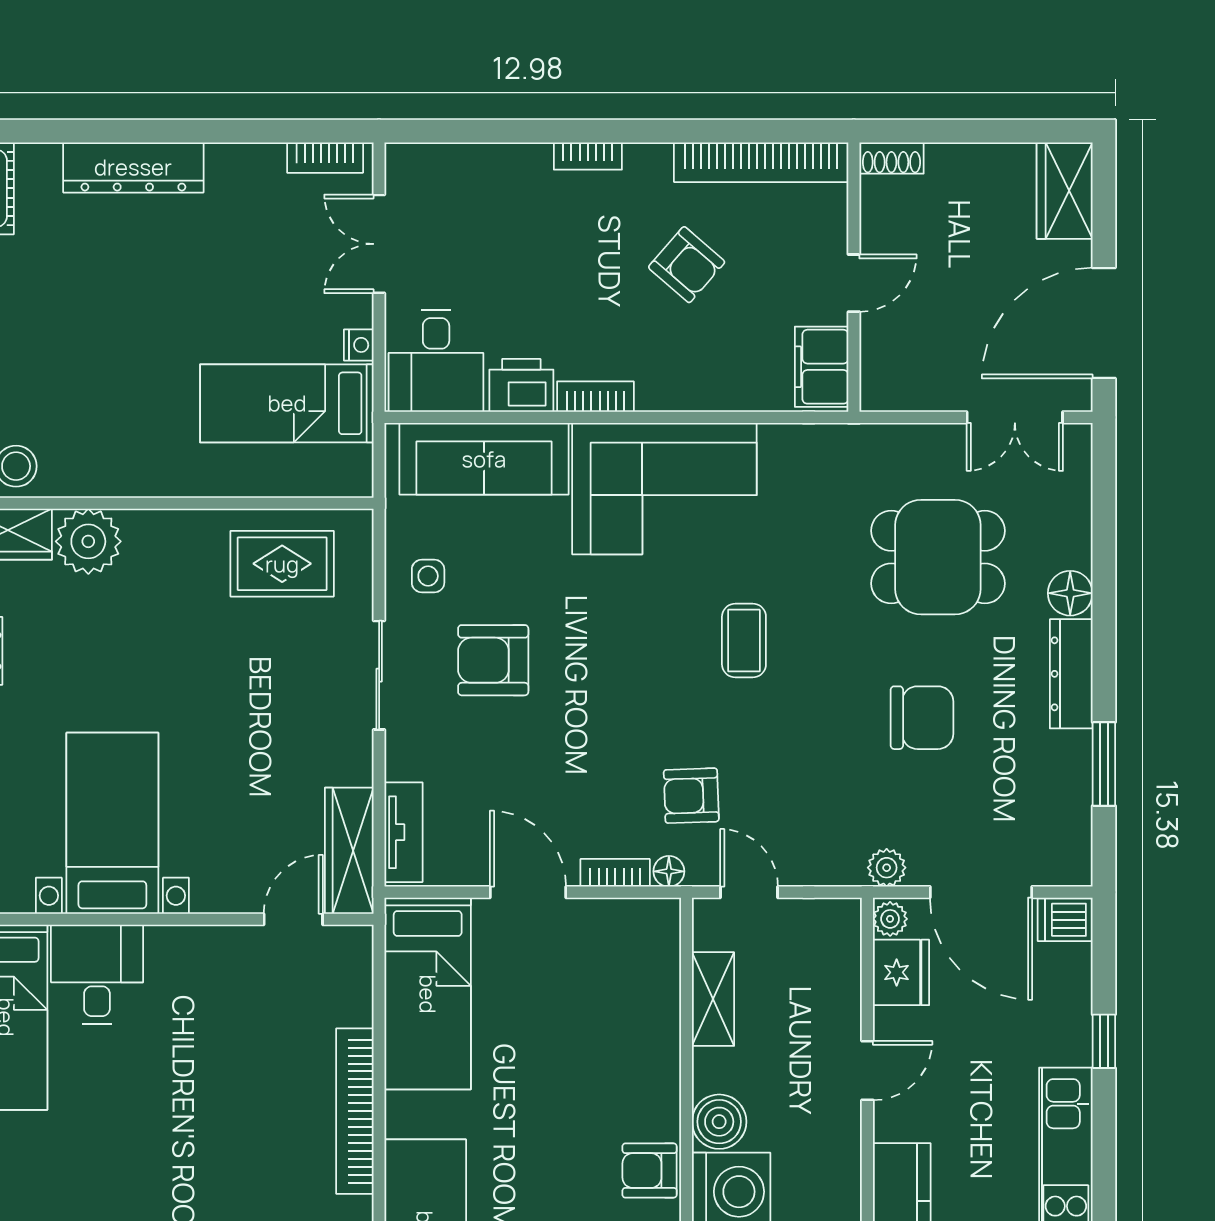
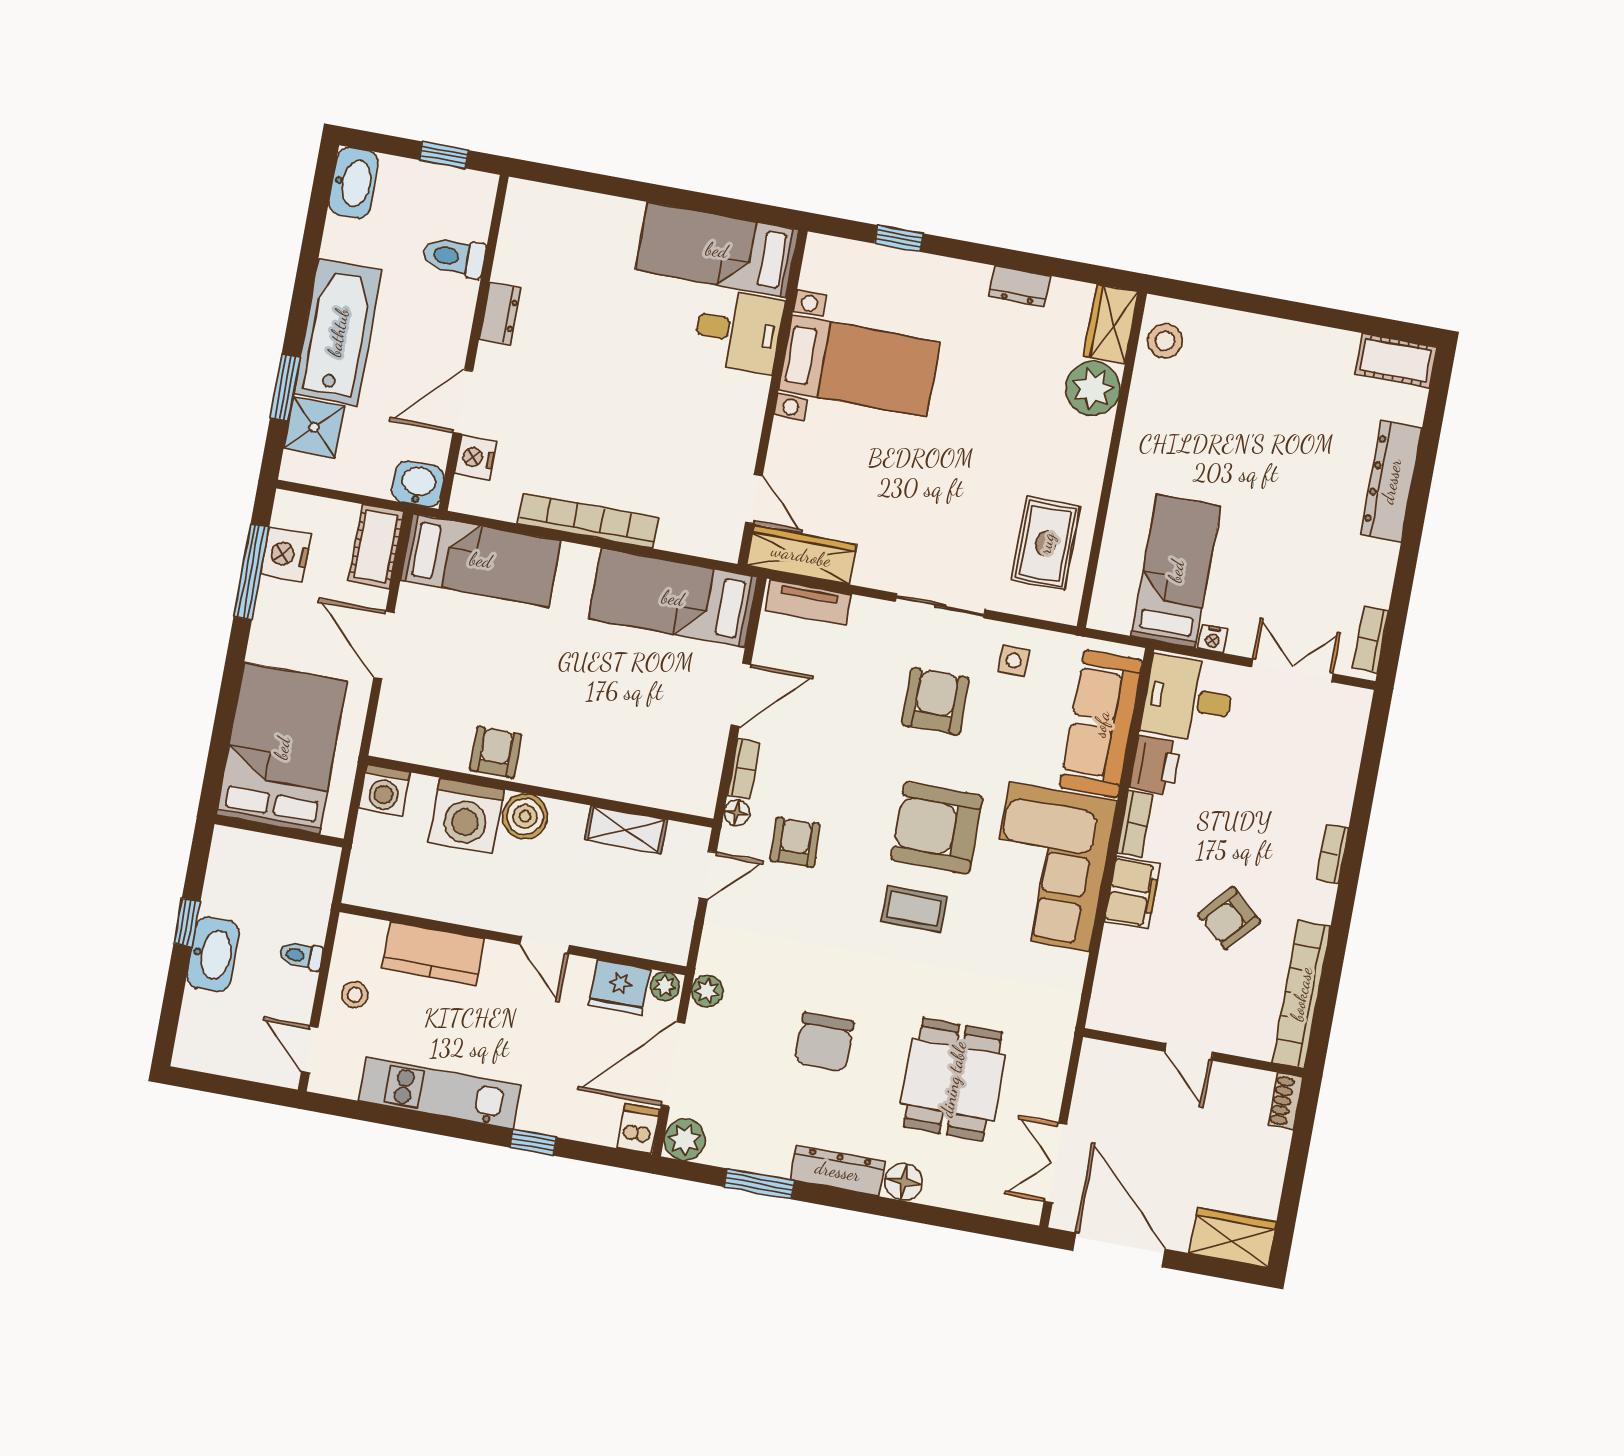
filing cabinet: (822, 367) -> (1132, 893), moved, turned 90
armchair: (643, 631) -> (937, 828), added
plant: (1068, 862) -> (685, 1140), added

